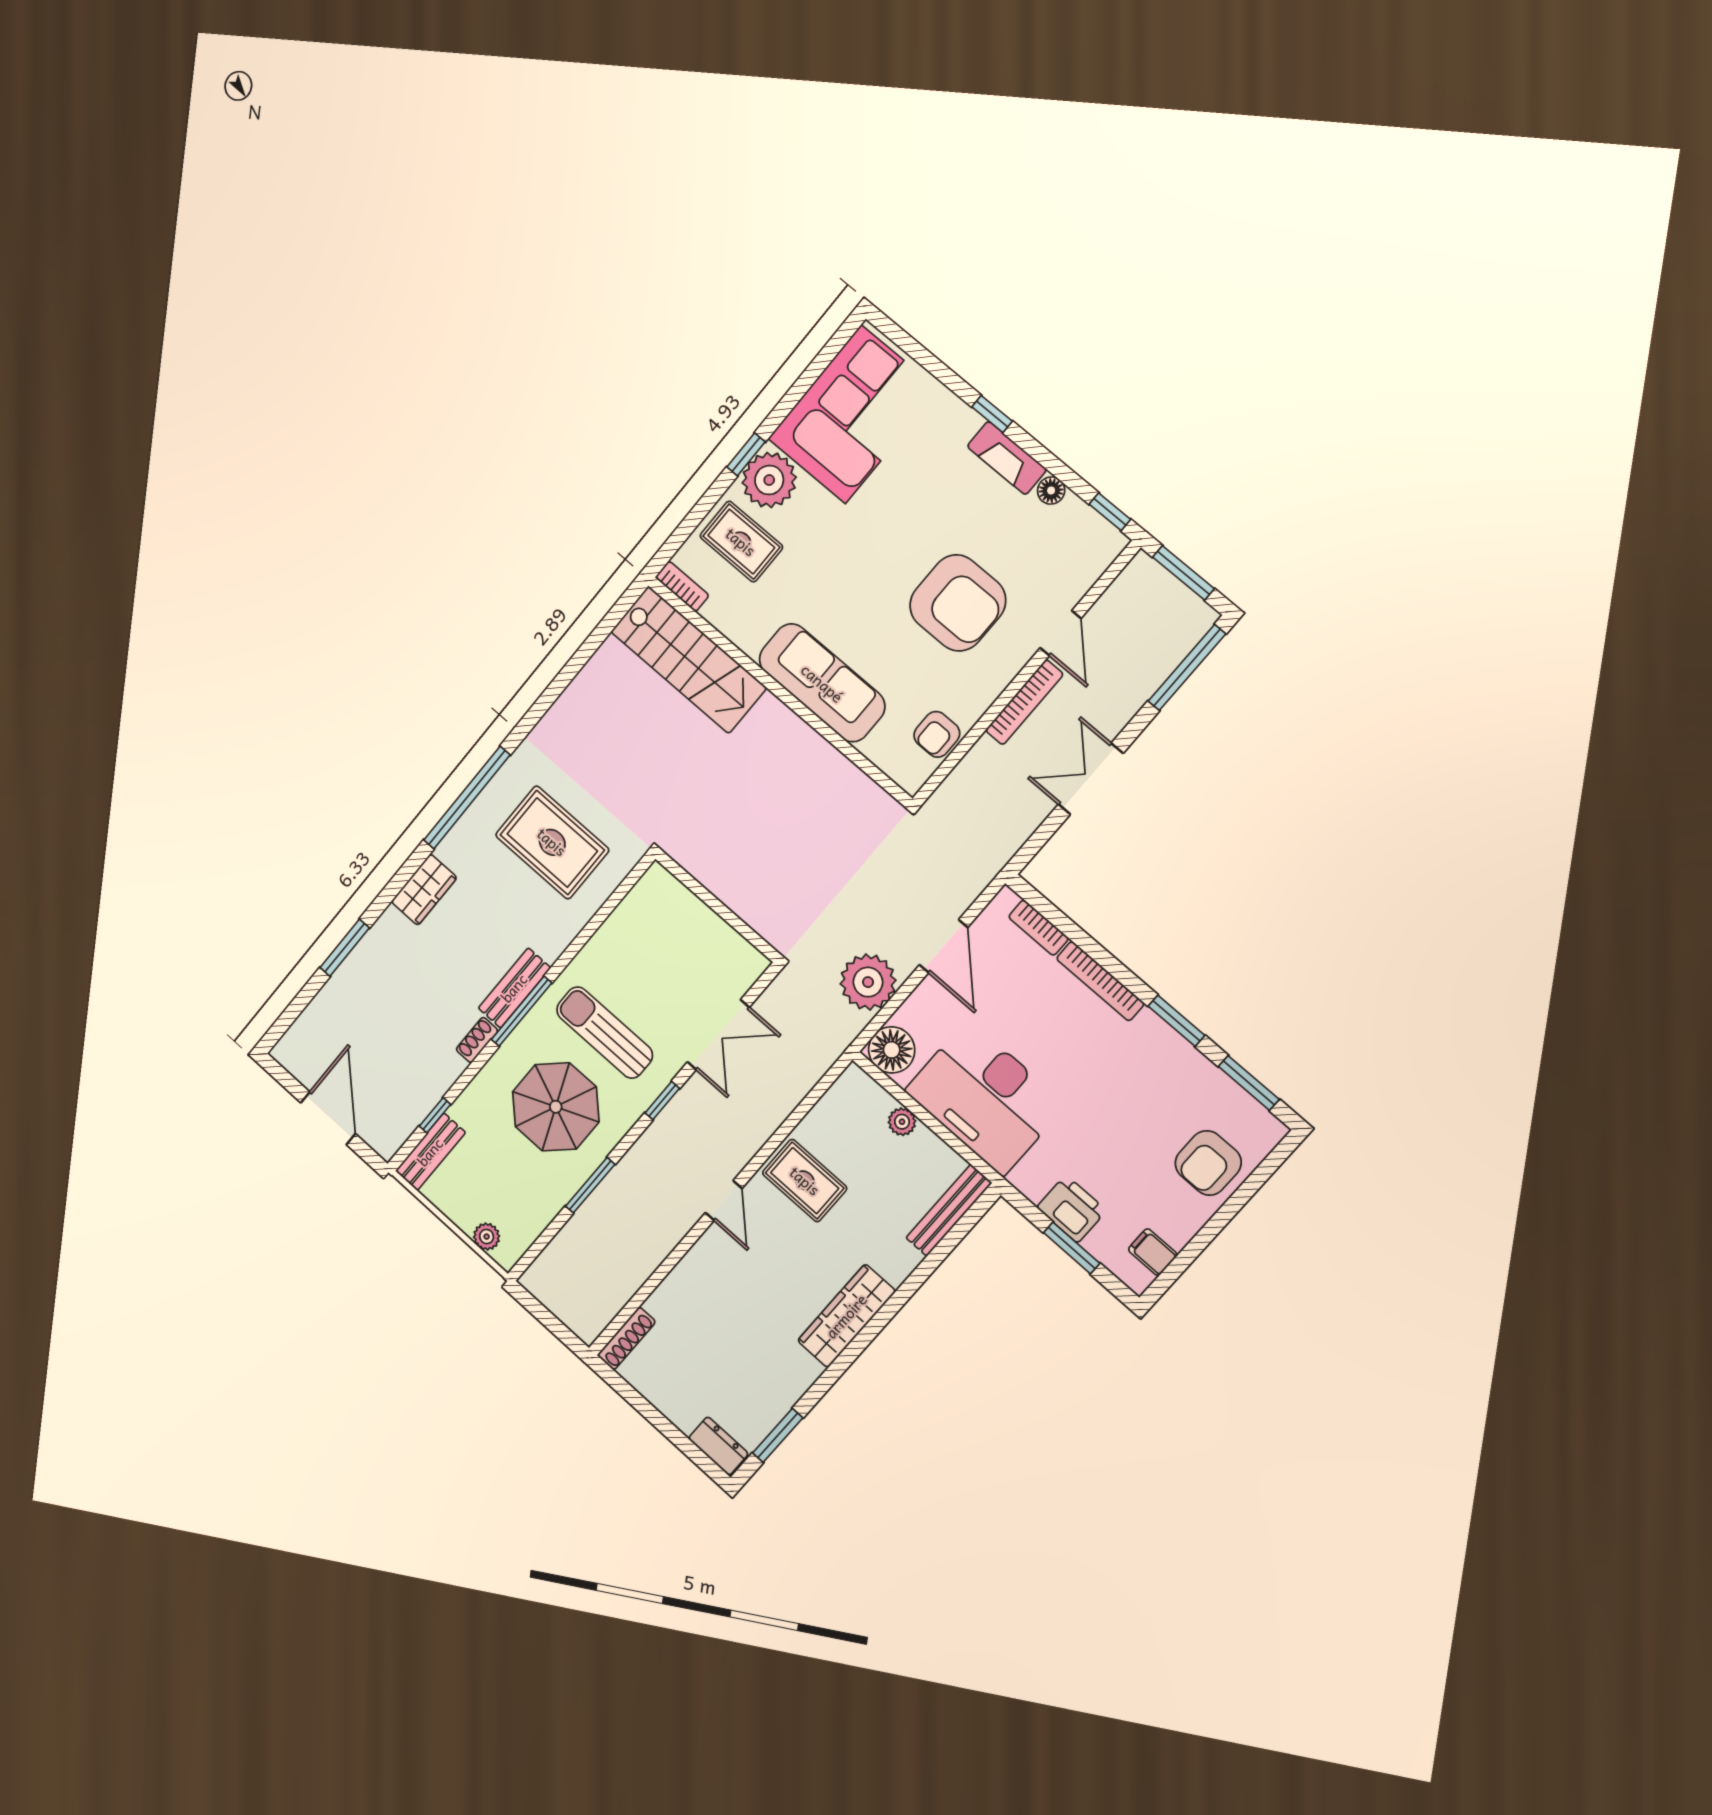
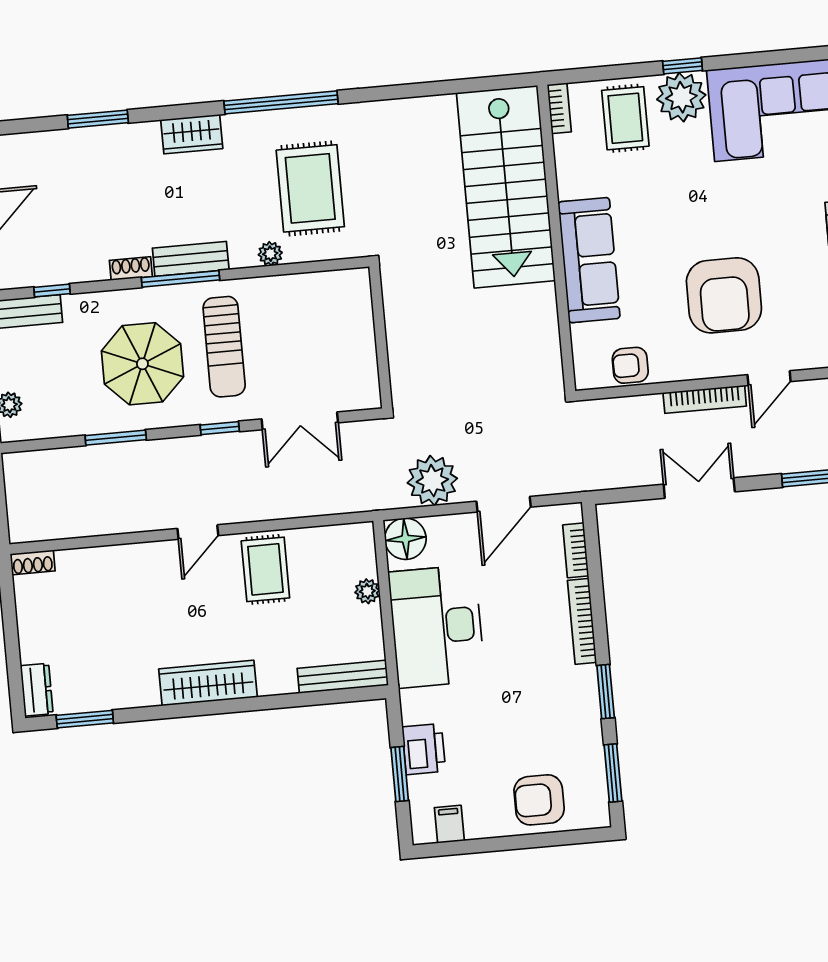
stairs: (688, 660) -> (506, 187), width x1.36, depth x1.51
plant: (570, 924) -> (270, 254), added
sun lounger: (605, 1032) -> (224, 347), turned 180
shoe rack: (626, 1338) -> (33, 562), width x0.70

